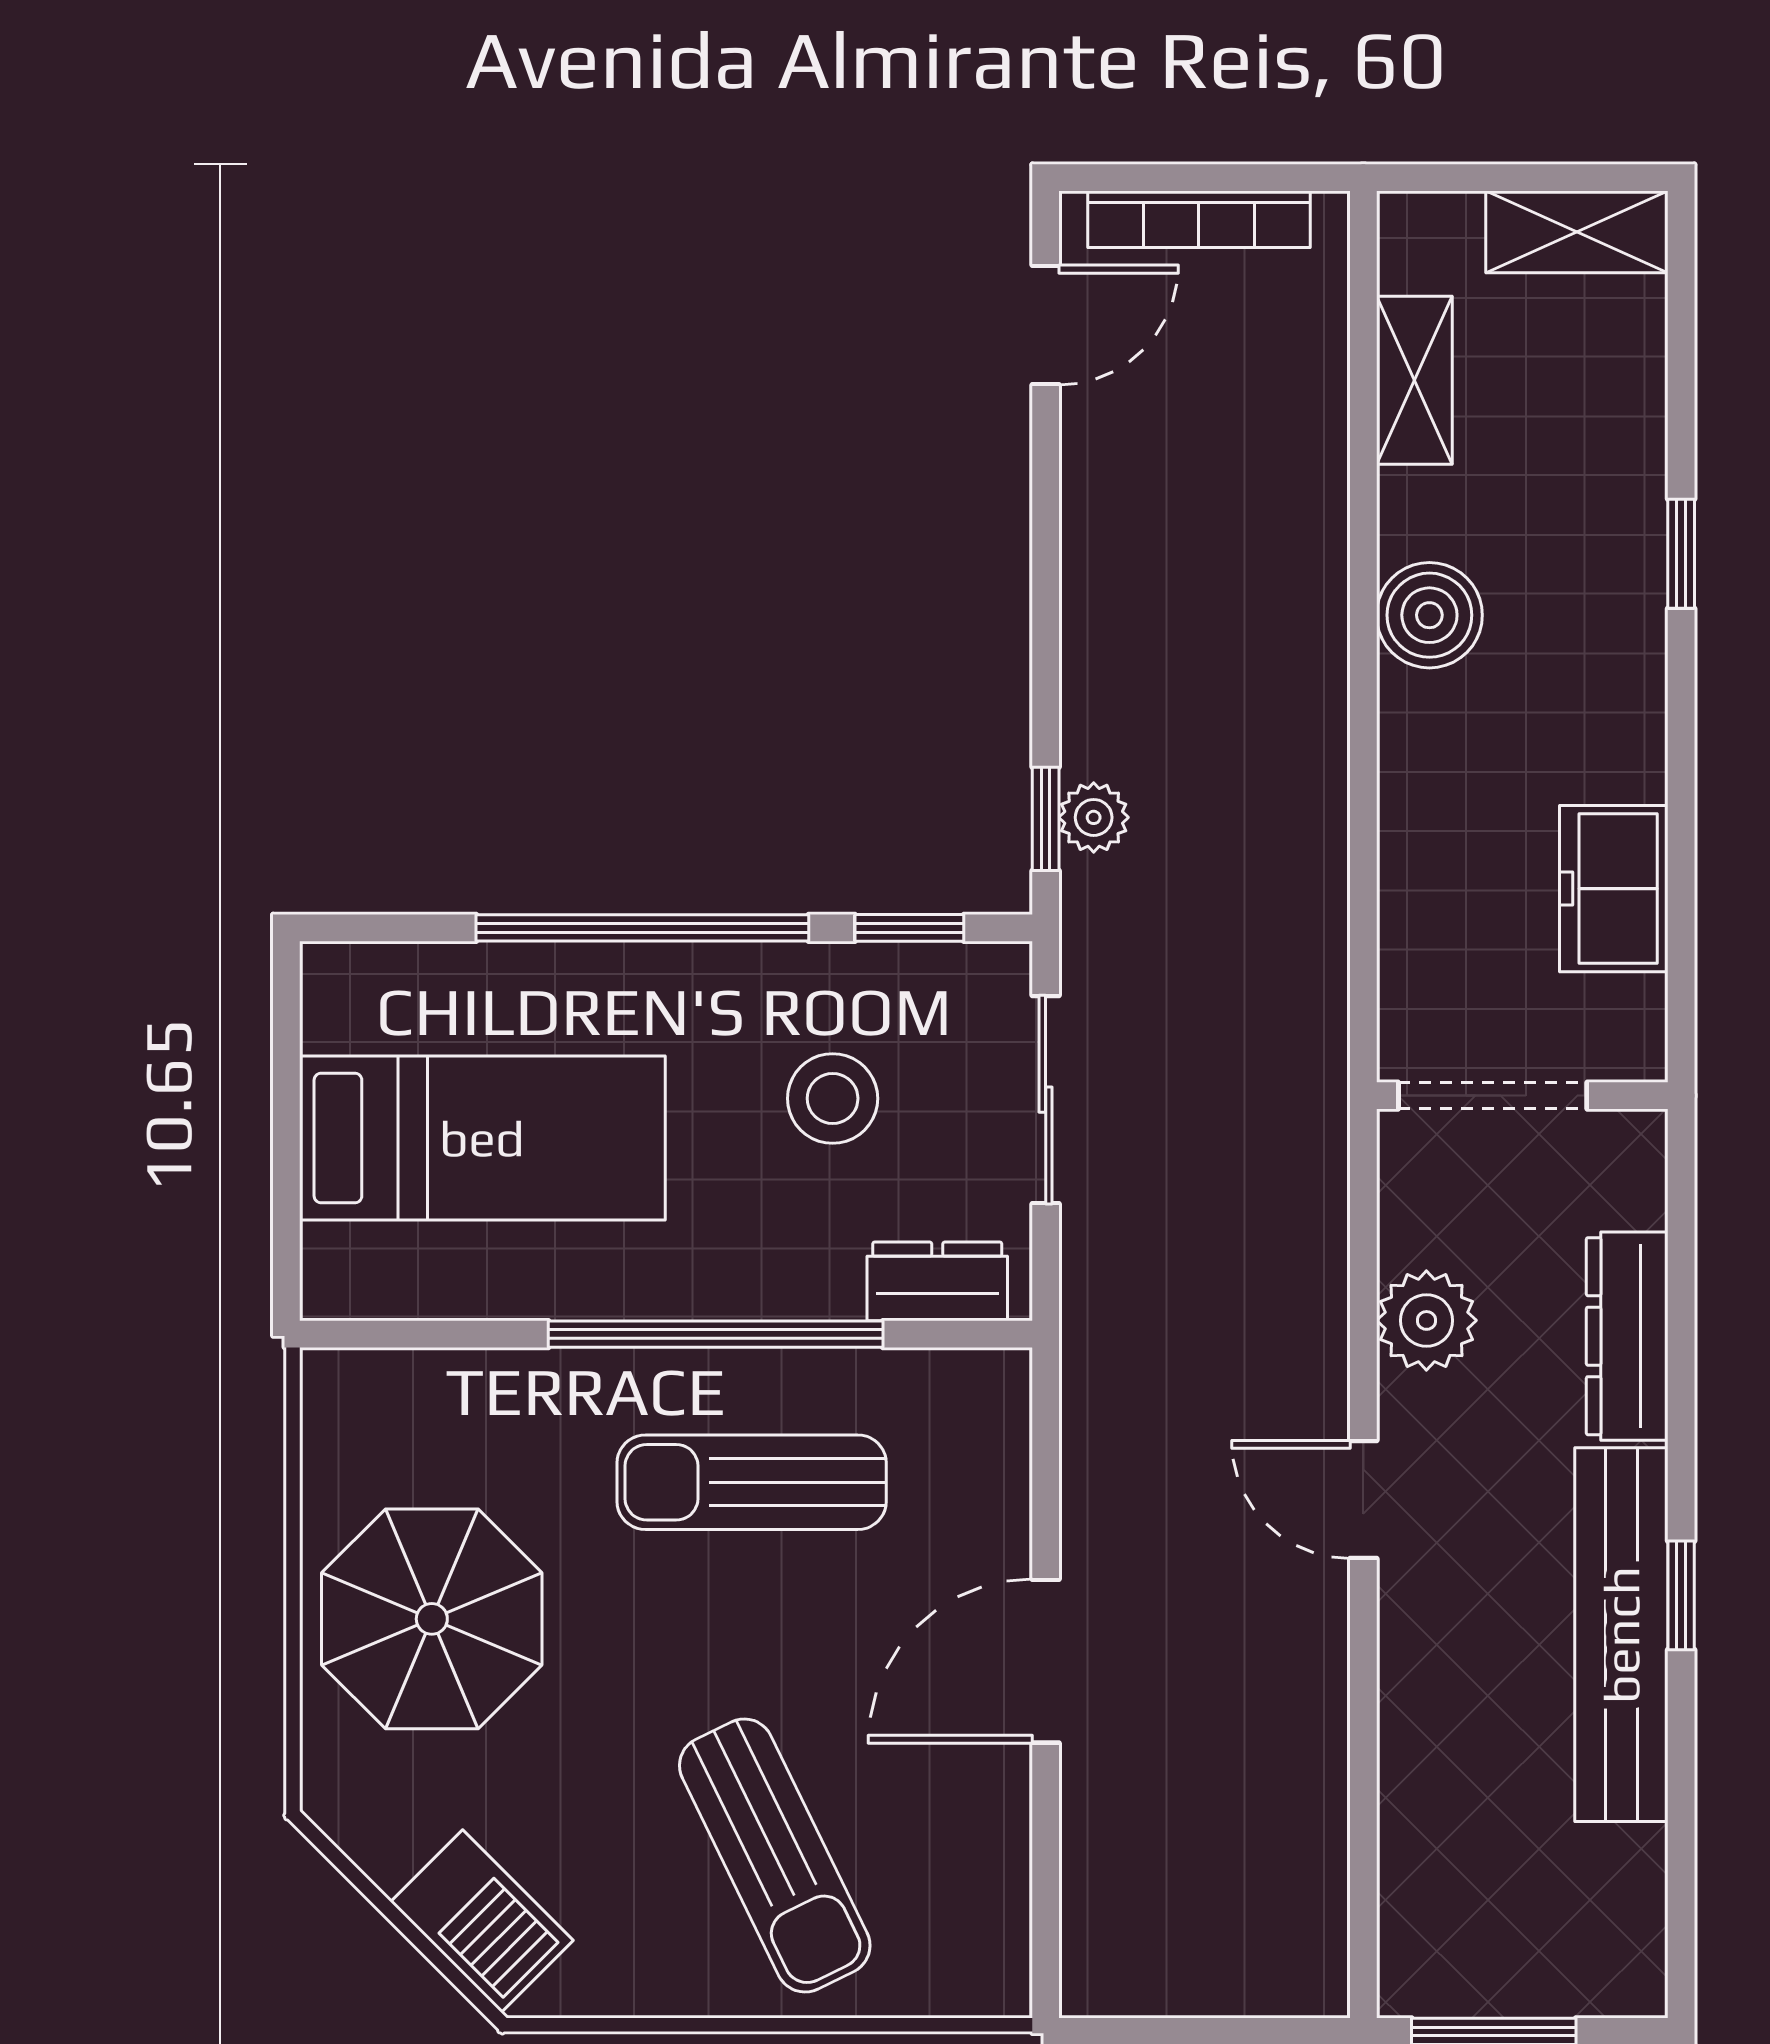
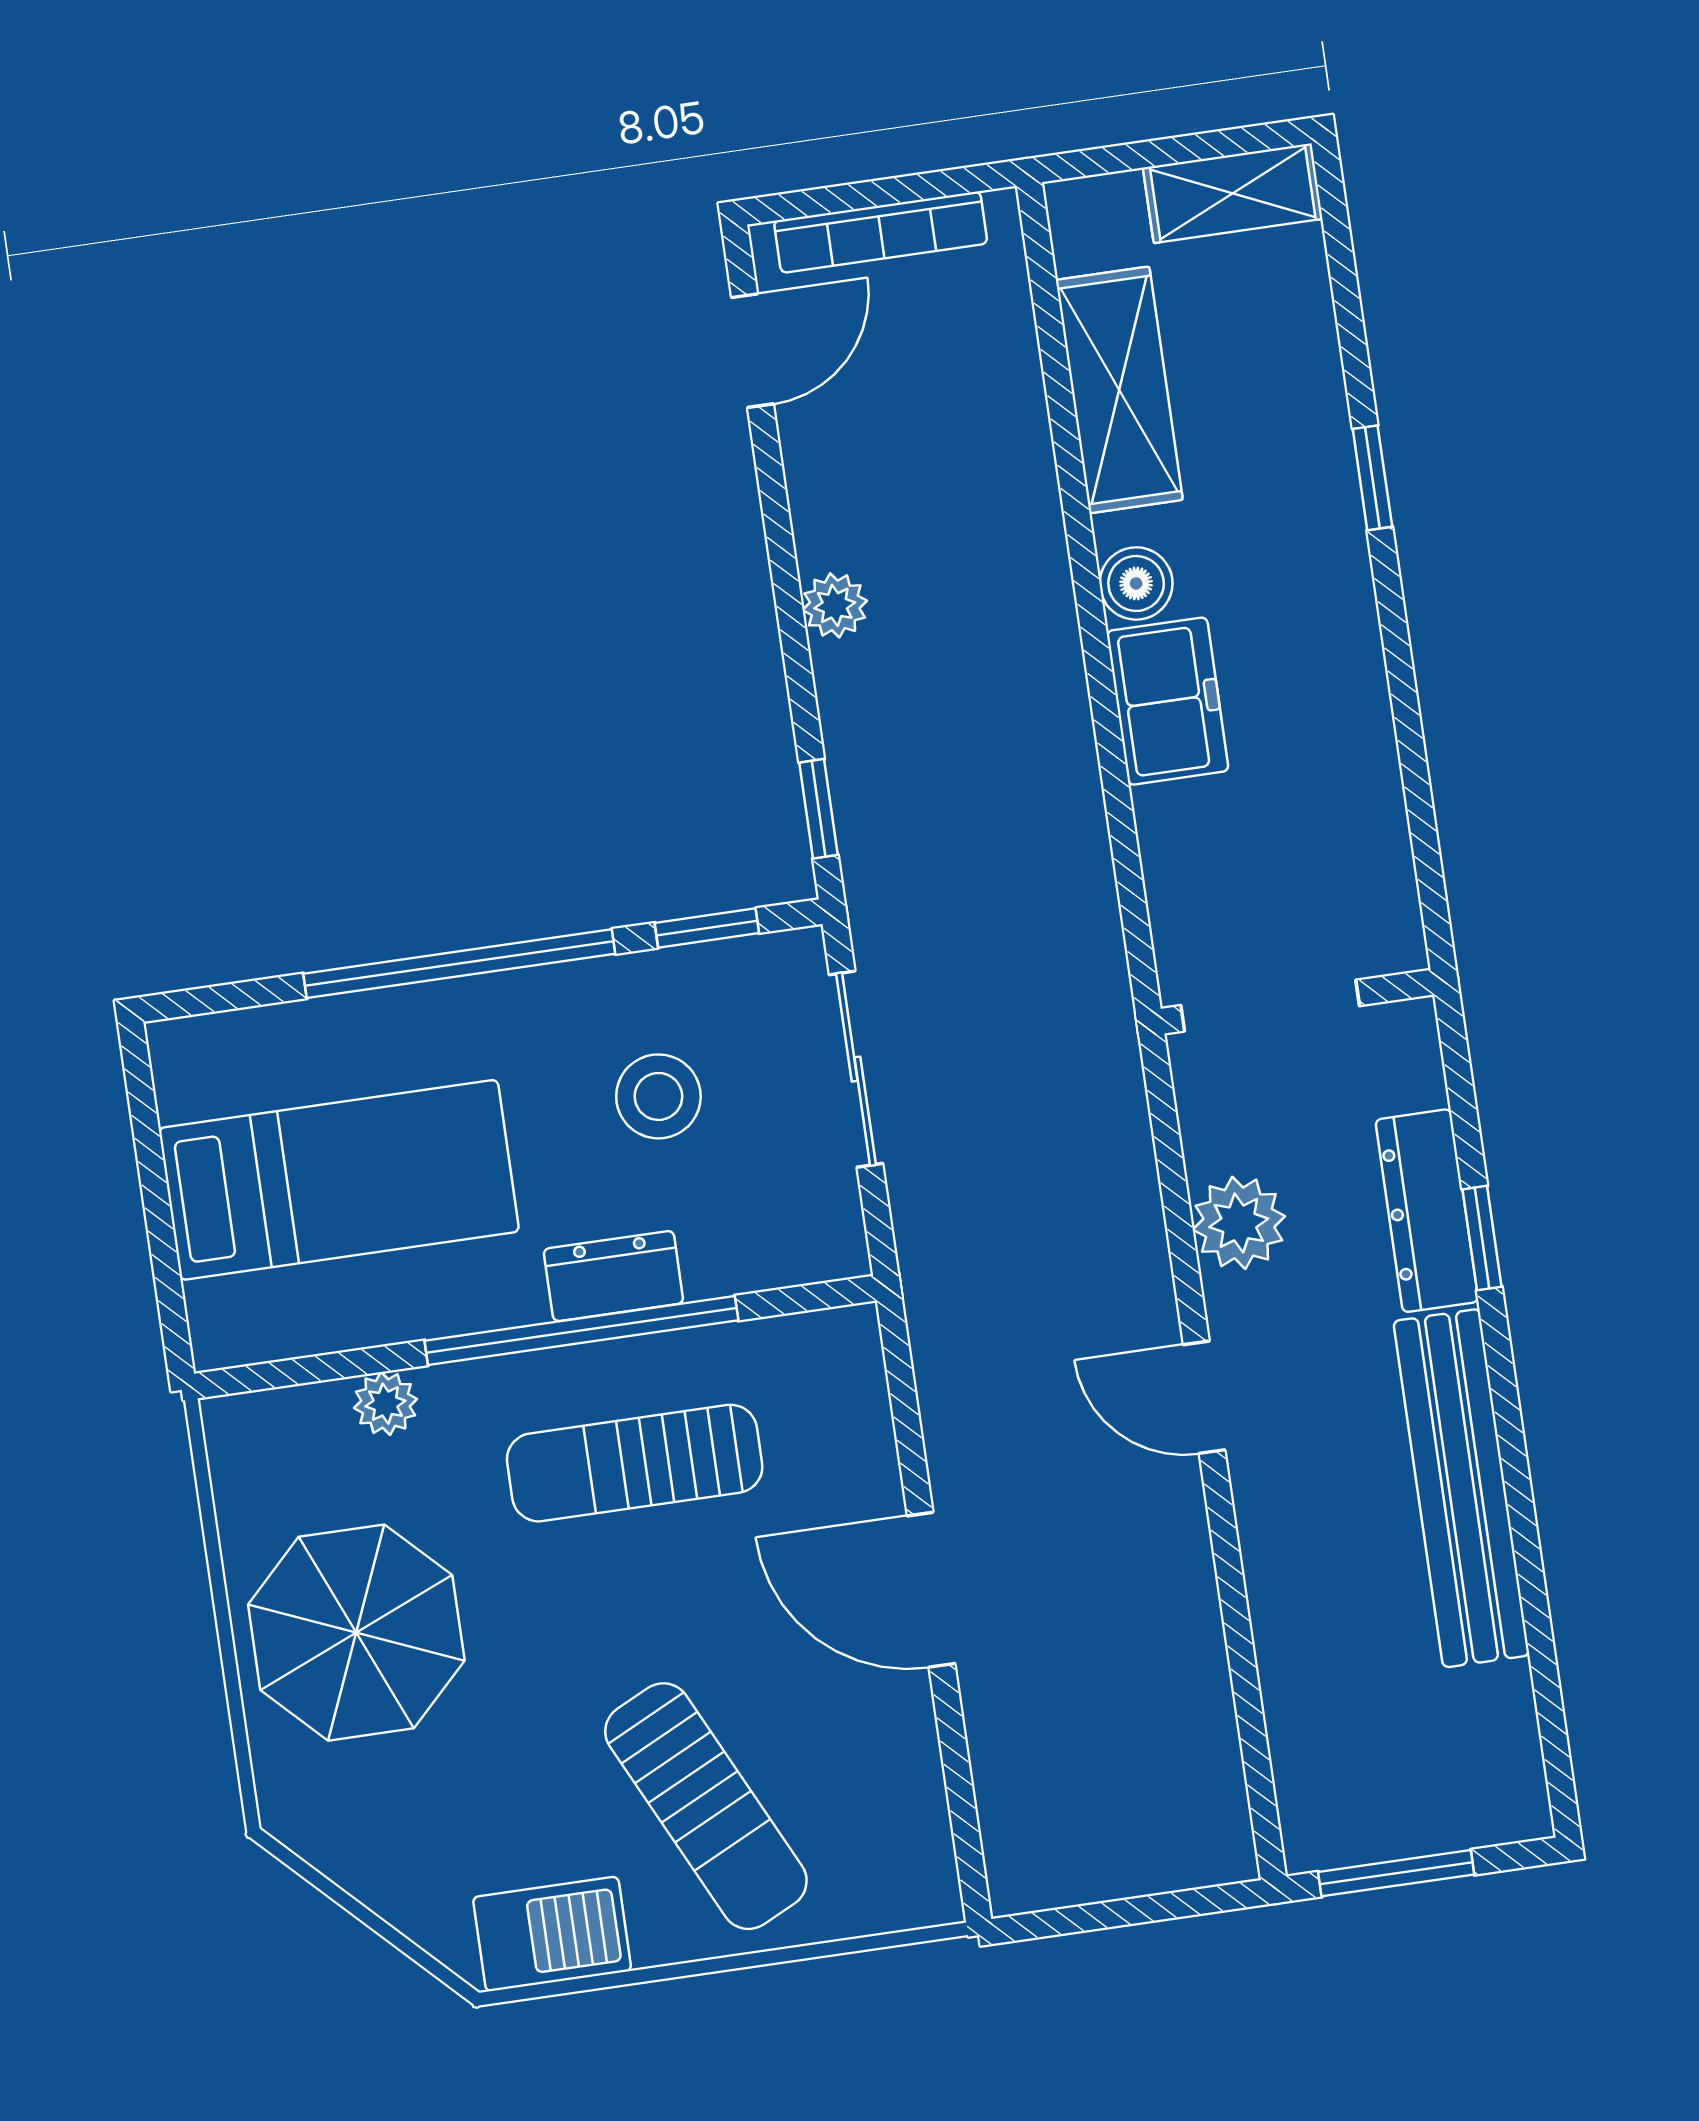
shelving: (1414, 380) -> (1119, 390), width x1.50, depth x1.33
boiler: (1429, 615) -> (1136, 583), width x0.73, depth x0.73
plant: (1094, 817) -> (835, 605), moved
freezer: (1614, 889) -> (1168, 701), moved, turned 180
dresser: (937, 1281) -> (613, 1276), moved
plant: (497, 1381) -> (385, 1404), added
window: (1681, 1595) -> (1482, 1238), moved
door: (1046, 1661) -> (931, 1590), hinge flipped
barbecue: (482, 1921) -> (552, 1934), moved, turned -45

